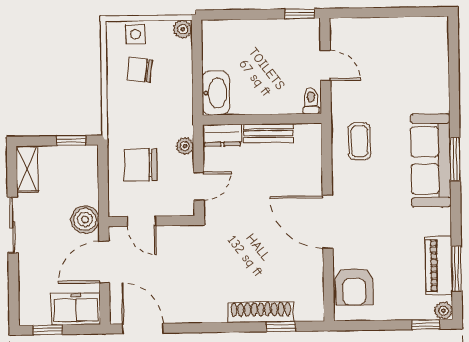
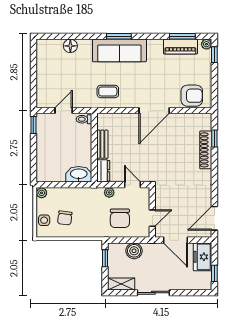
floor lamp: (437, 75) -> (70, 46), added
boiler: (85, 219) -> (134, 251), moved

